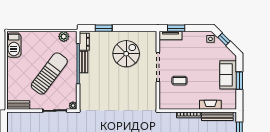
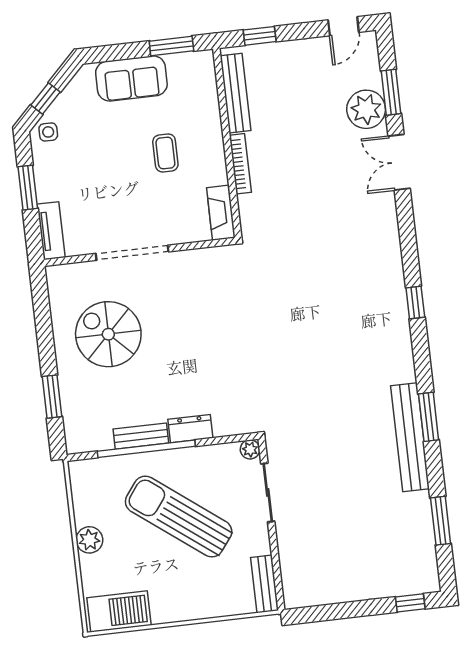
window: (176, 28) -> (28, 188), moved
plant: (64, 36) -> (89, 540), moved
dresser: (84, 42) -> (190, 429), moved
coffee table: (179, 81) -> (165, 153), moved
window: (239, 81) -> (171, 46), moved
fireplace: (210, 105) -> (221, 213), moved

